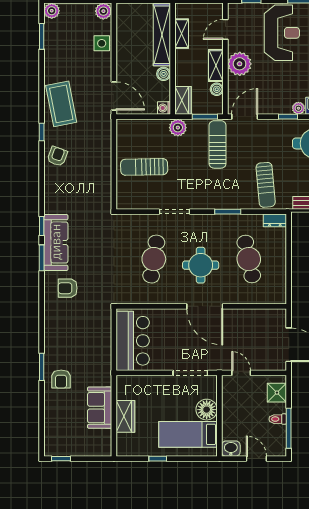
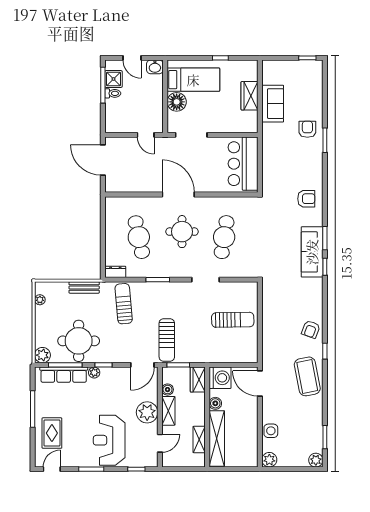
washing machine: (164, 108) -> (220, 378), width x1.89, depth x1.89
plant: (178, 128) -> (202, 355), removed
armchair: (68, 288) -> (306, 199), moved
shower: (277, 393) -> (114, 79), moved

